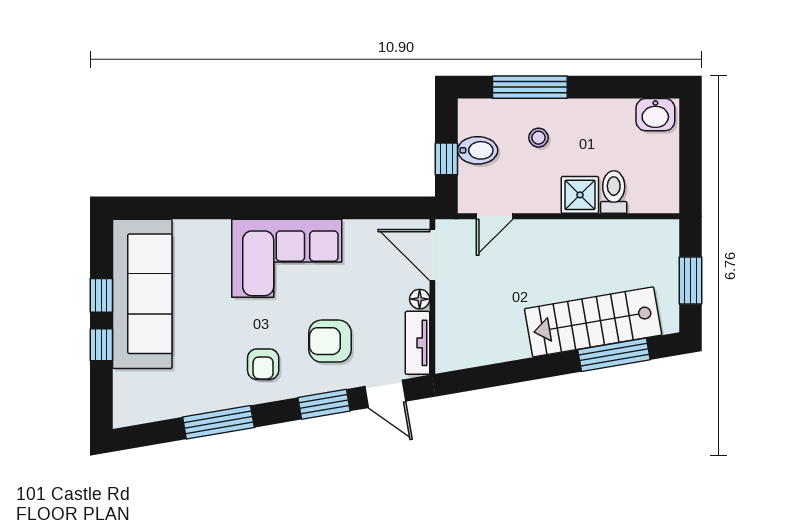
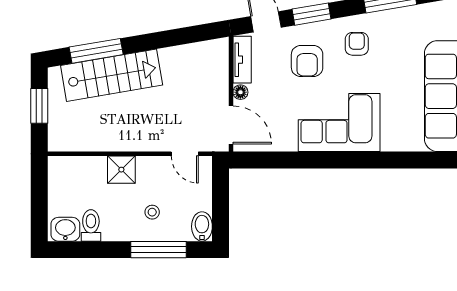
bidet: (478, 150) -> (202, 226), moved, turned 90
window: (446, 159) -> (221, 196), removed
toilet: (614, 192) -> (91, 225), moved, turned 180
door: (495, 216) -> (185, 154), swing flipped
armchair: (330, 341) -> (307, 61), turned 90

